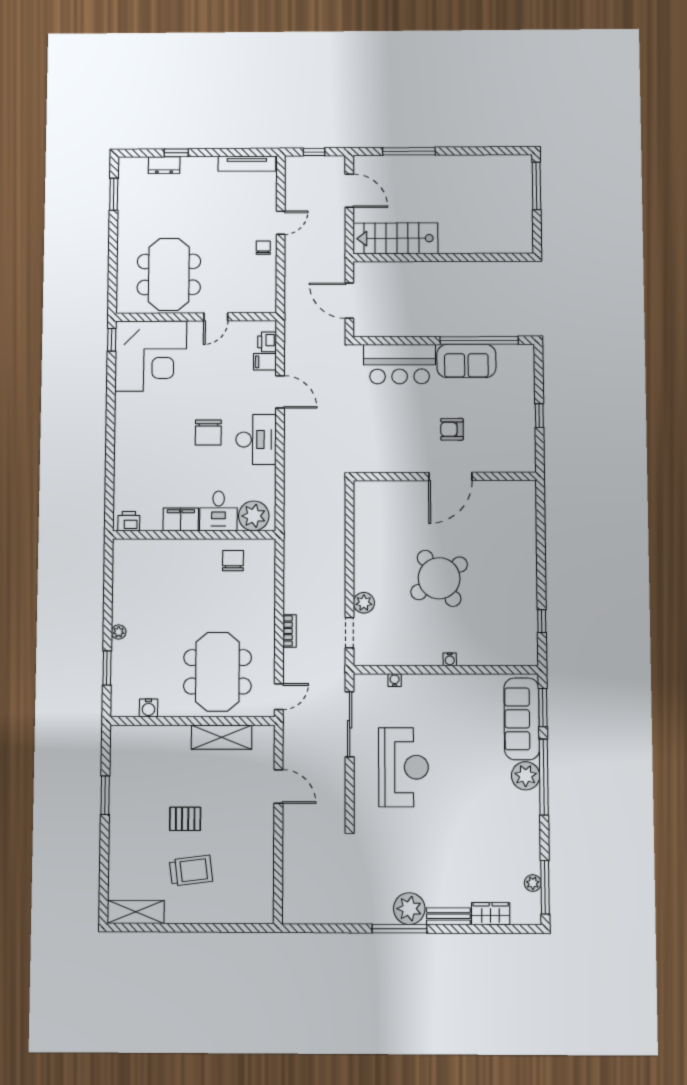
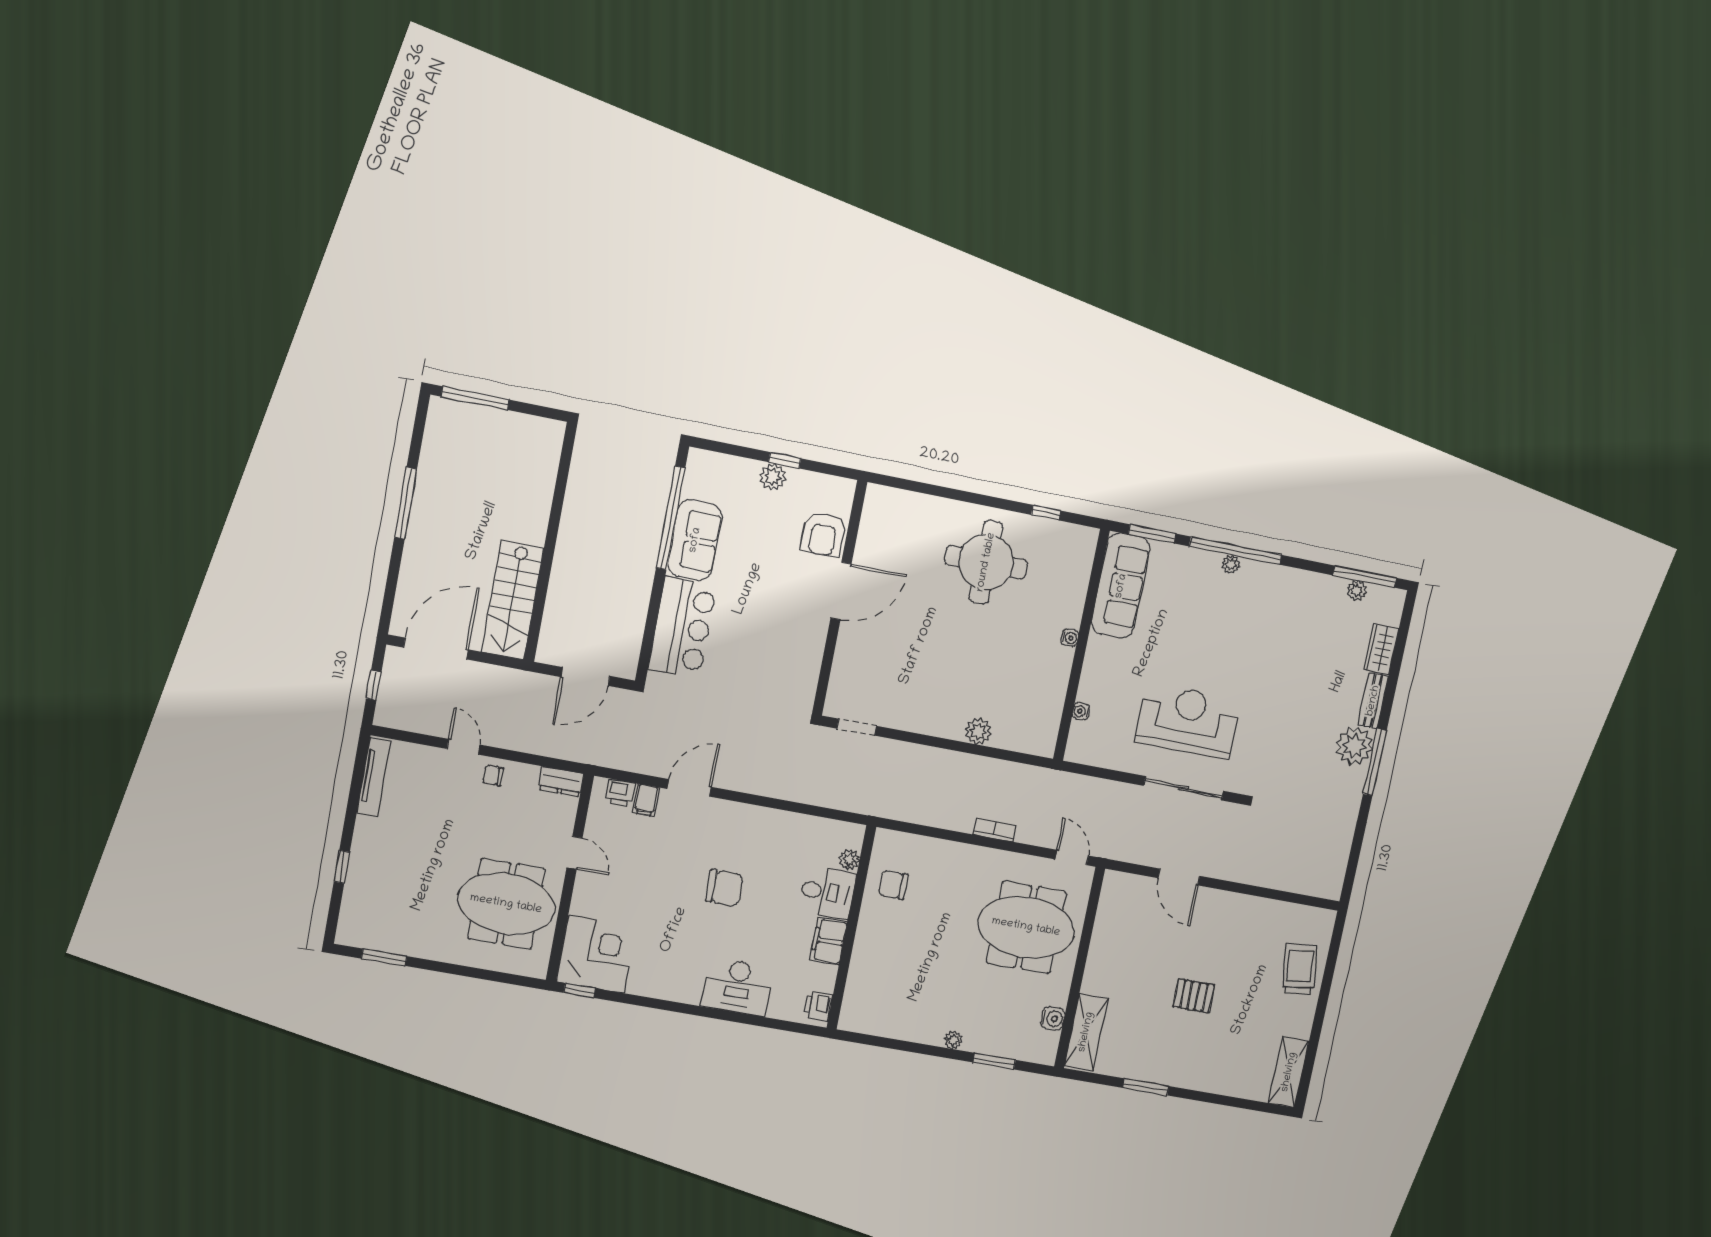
window: (409, 151) -> (406, 503), moved
dresser: (164, 165) -> (561, 782), moved, turned 90
door: (349, 191) -> (436, 649), width x1.36
corner desk: (151, 356) -> (596, 954), width x0.74, depth x0.74
plant: (525, 409) -> (773, 477), added
armchair: (452, 429) -> (823, 534), moved, width x1.38, depth x1.38
desk: (256, 440) -> (737, 987), moved, turned 180
door: (450, 476) -> (841, 591), hinge flipped
plant: (254, 516) -> (849, 860), width x0.53, depth x0.53
round table: (439, 578) -> (986, 562), moved, turned 34
doorway: (350, 633) -> (857, 727), moved
sofa: (522, 719) -> (1121, 586), moved, turned -90
sliding door: (350, 724) -> (1184, 788), moved
shelving: (222, 737) -> (1086, 1032), moved
plant: (526, 776) -> (1231, 565), width x0.53, depth x0.53
door: (278, 786) -> (1179, 877), swing flipped
pallet: (185, 819) -> (1194, 996), turned 90
trolley: (191, 871) -> (1299, 969), moved

